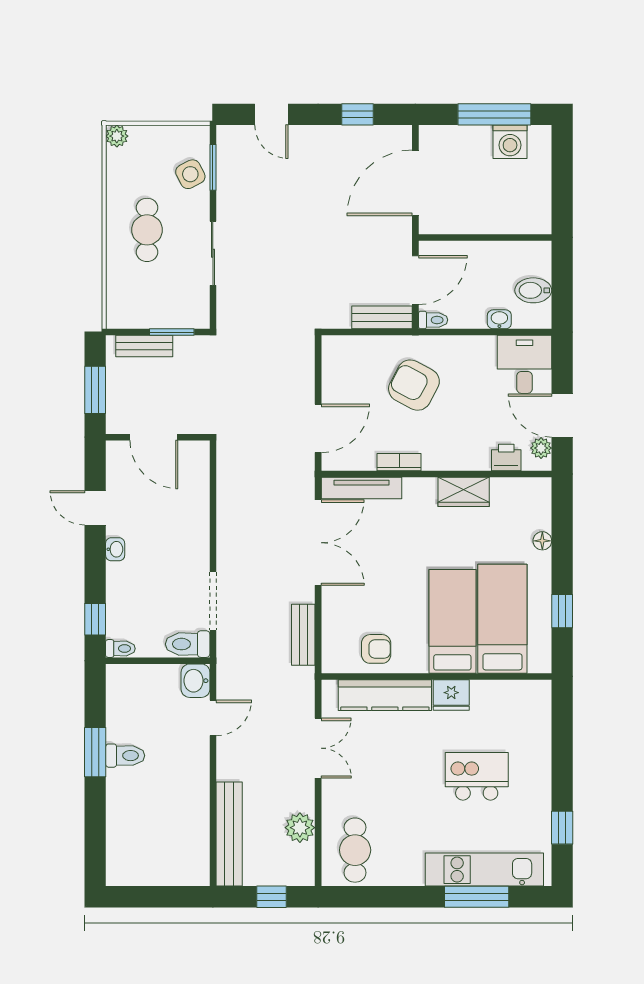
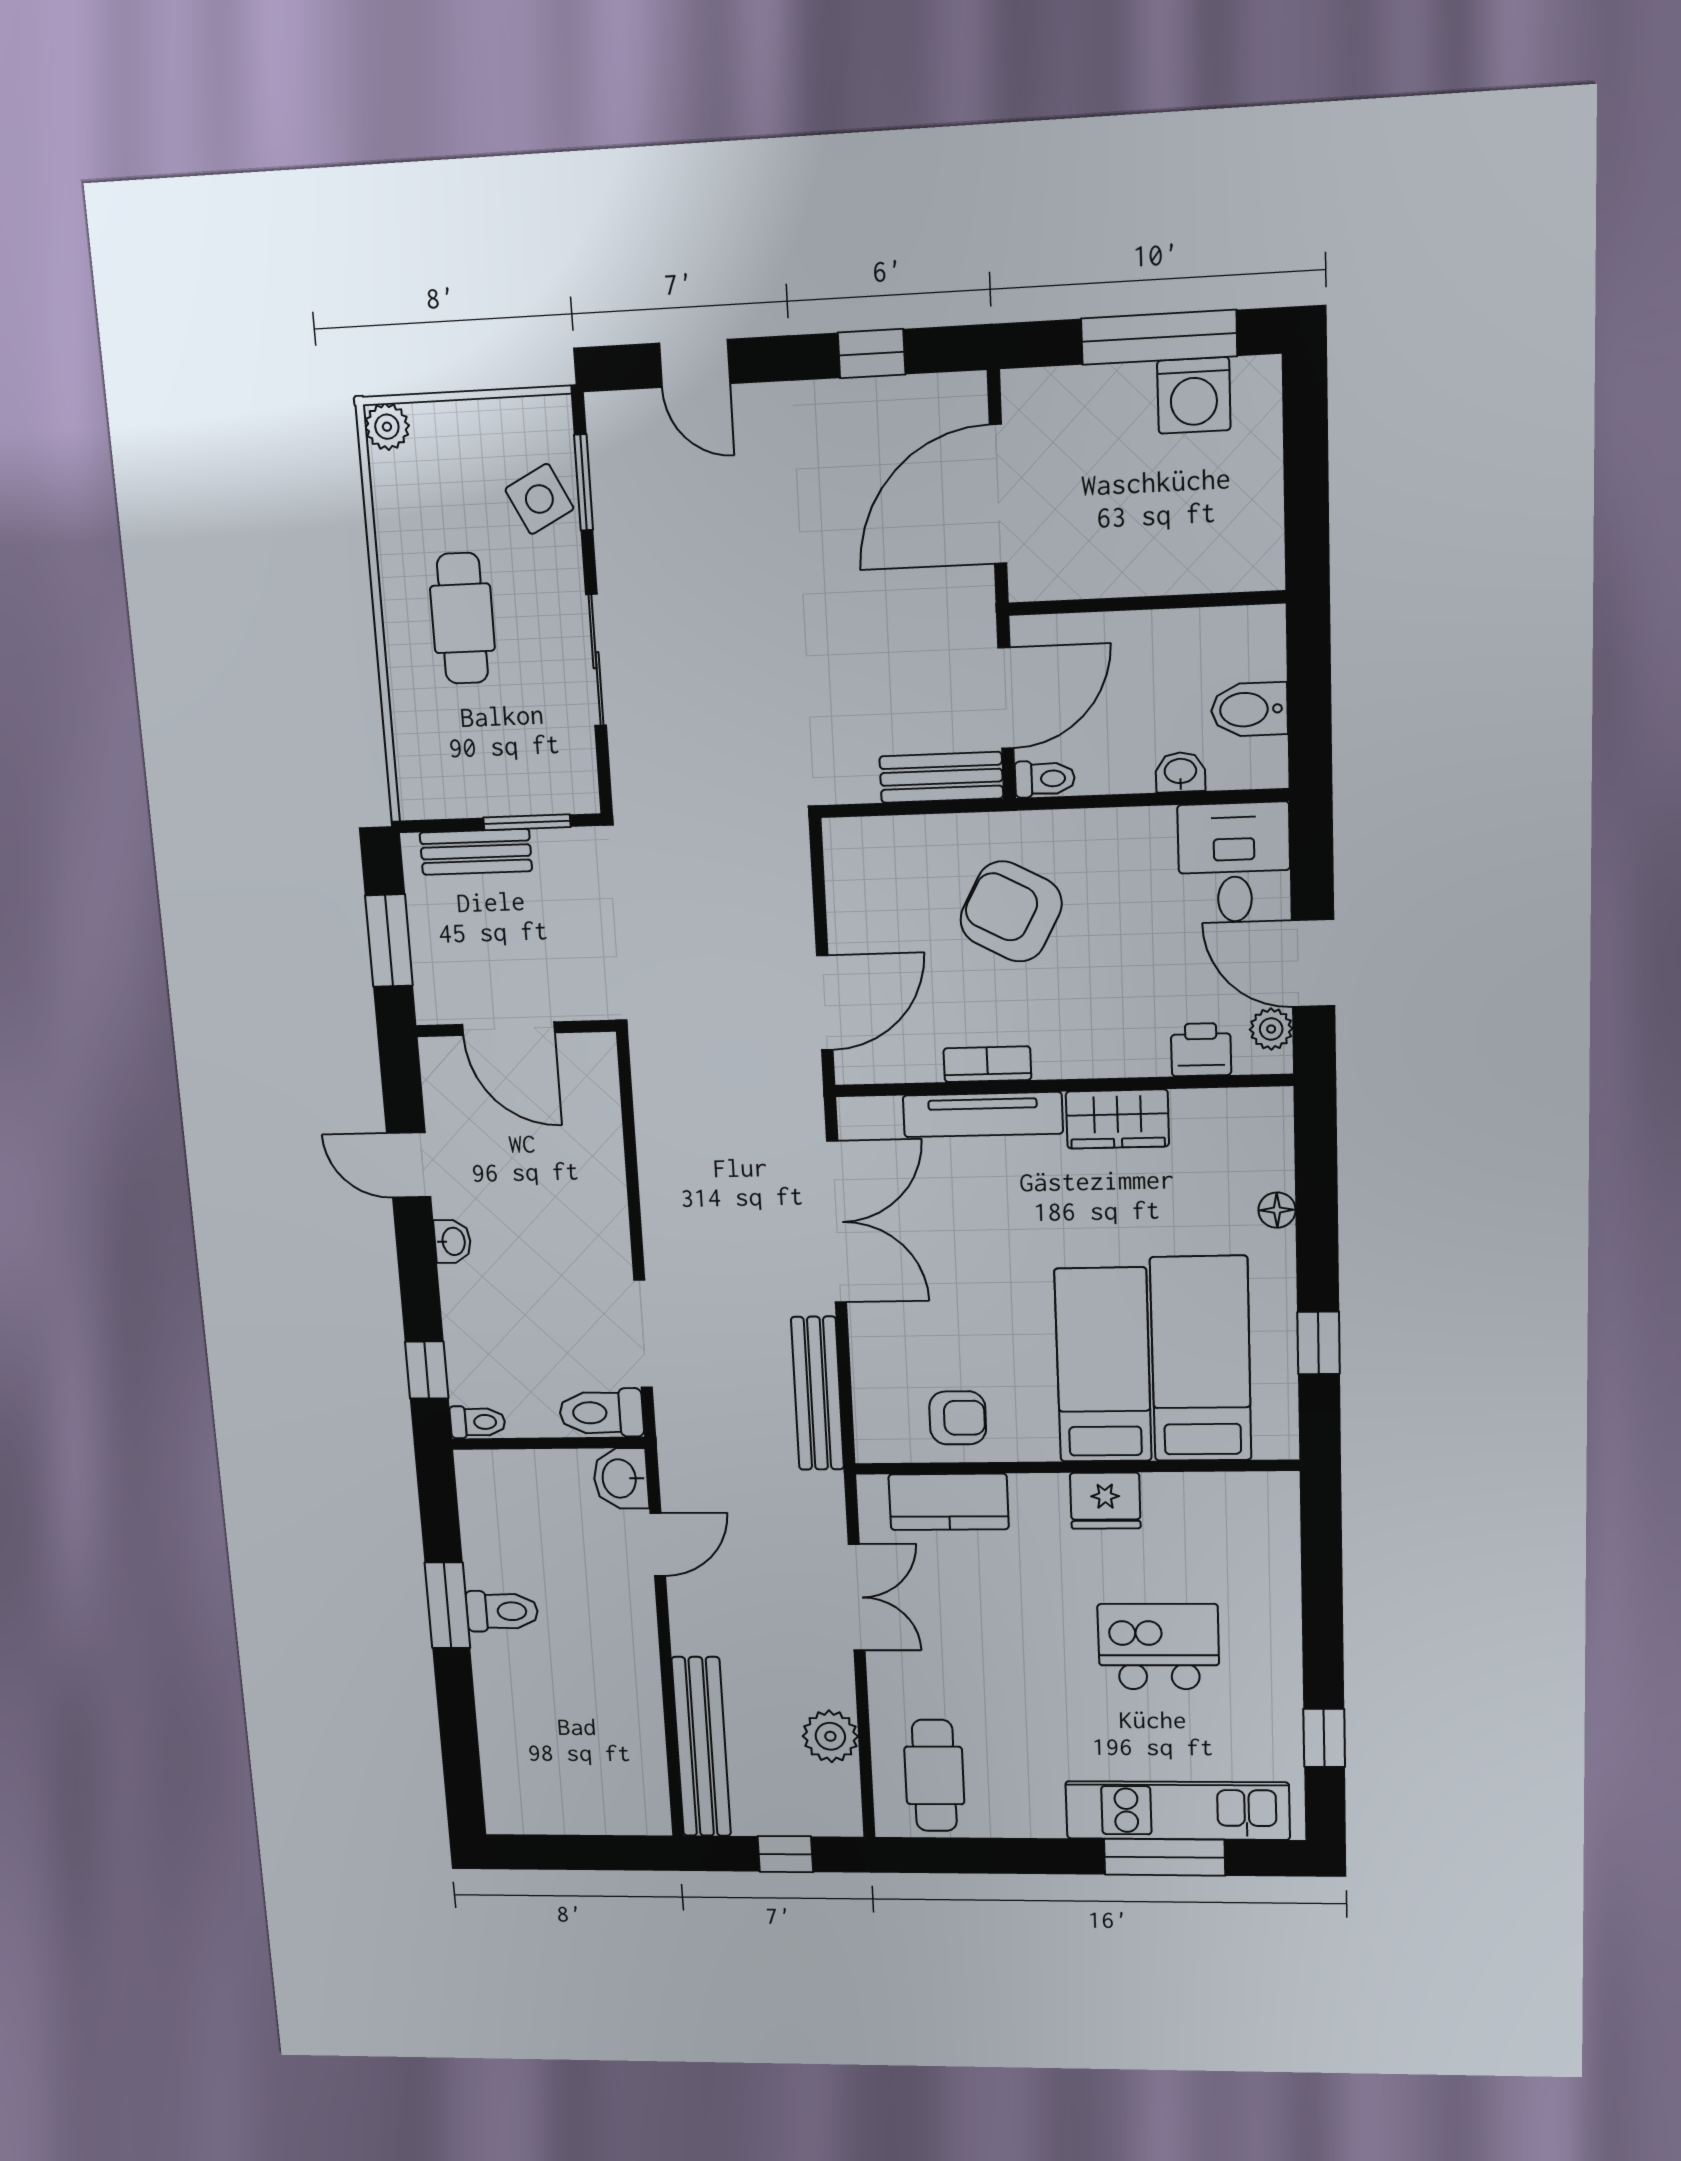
tv unit: (361, 488) -> (983, 1115), moved
bench: (303, 635) -> (817, 1393), width x1.36
kitchen counter: (385, 695) -> (949, 1502), width x0.67

